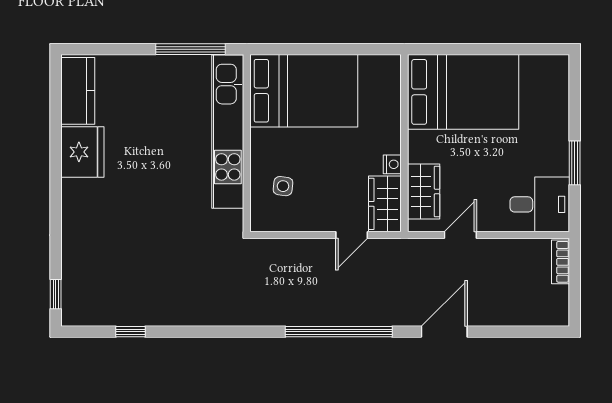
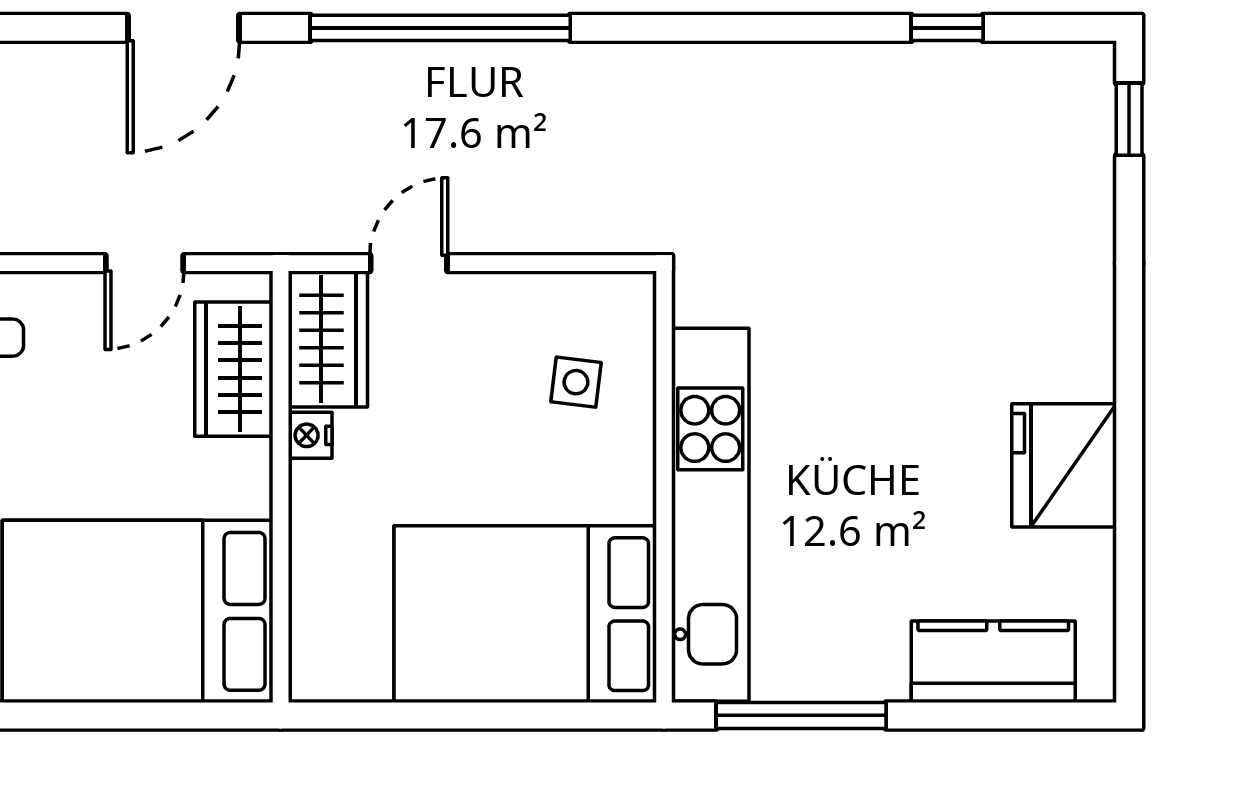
kitchen counter: (78, 91) -> (993, 662), moved, turned 90

